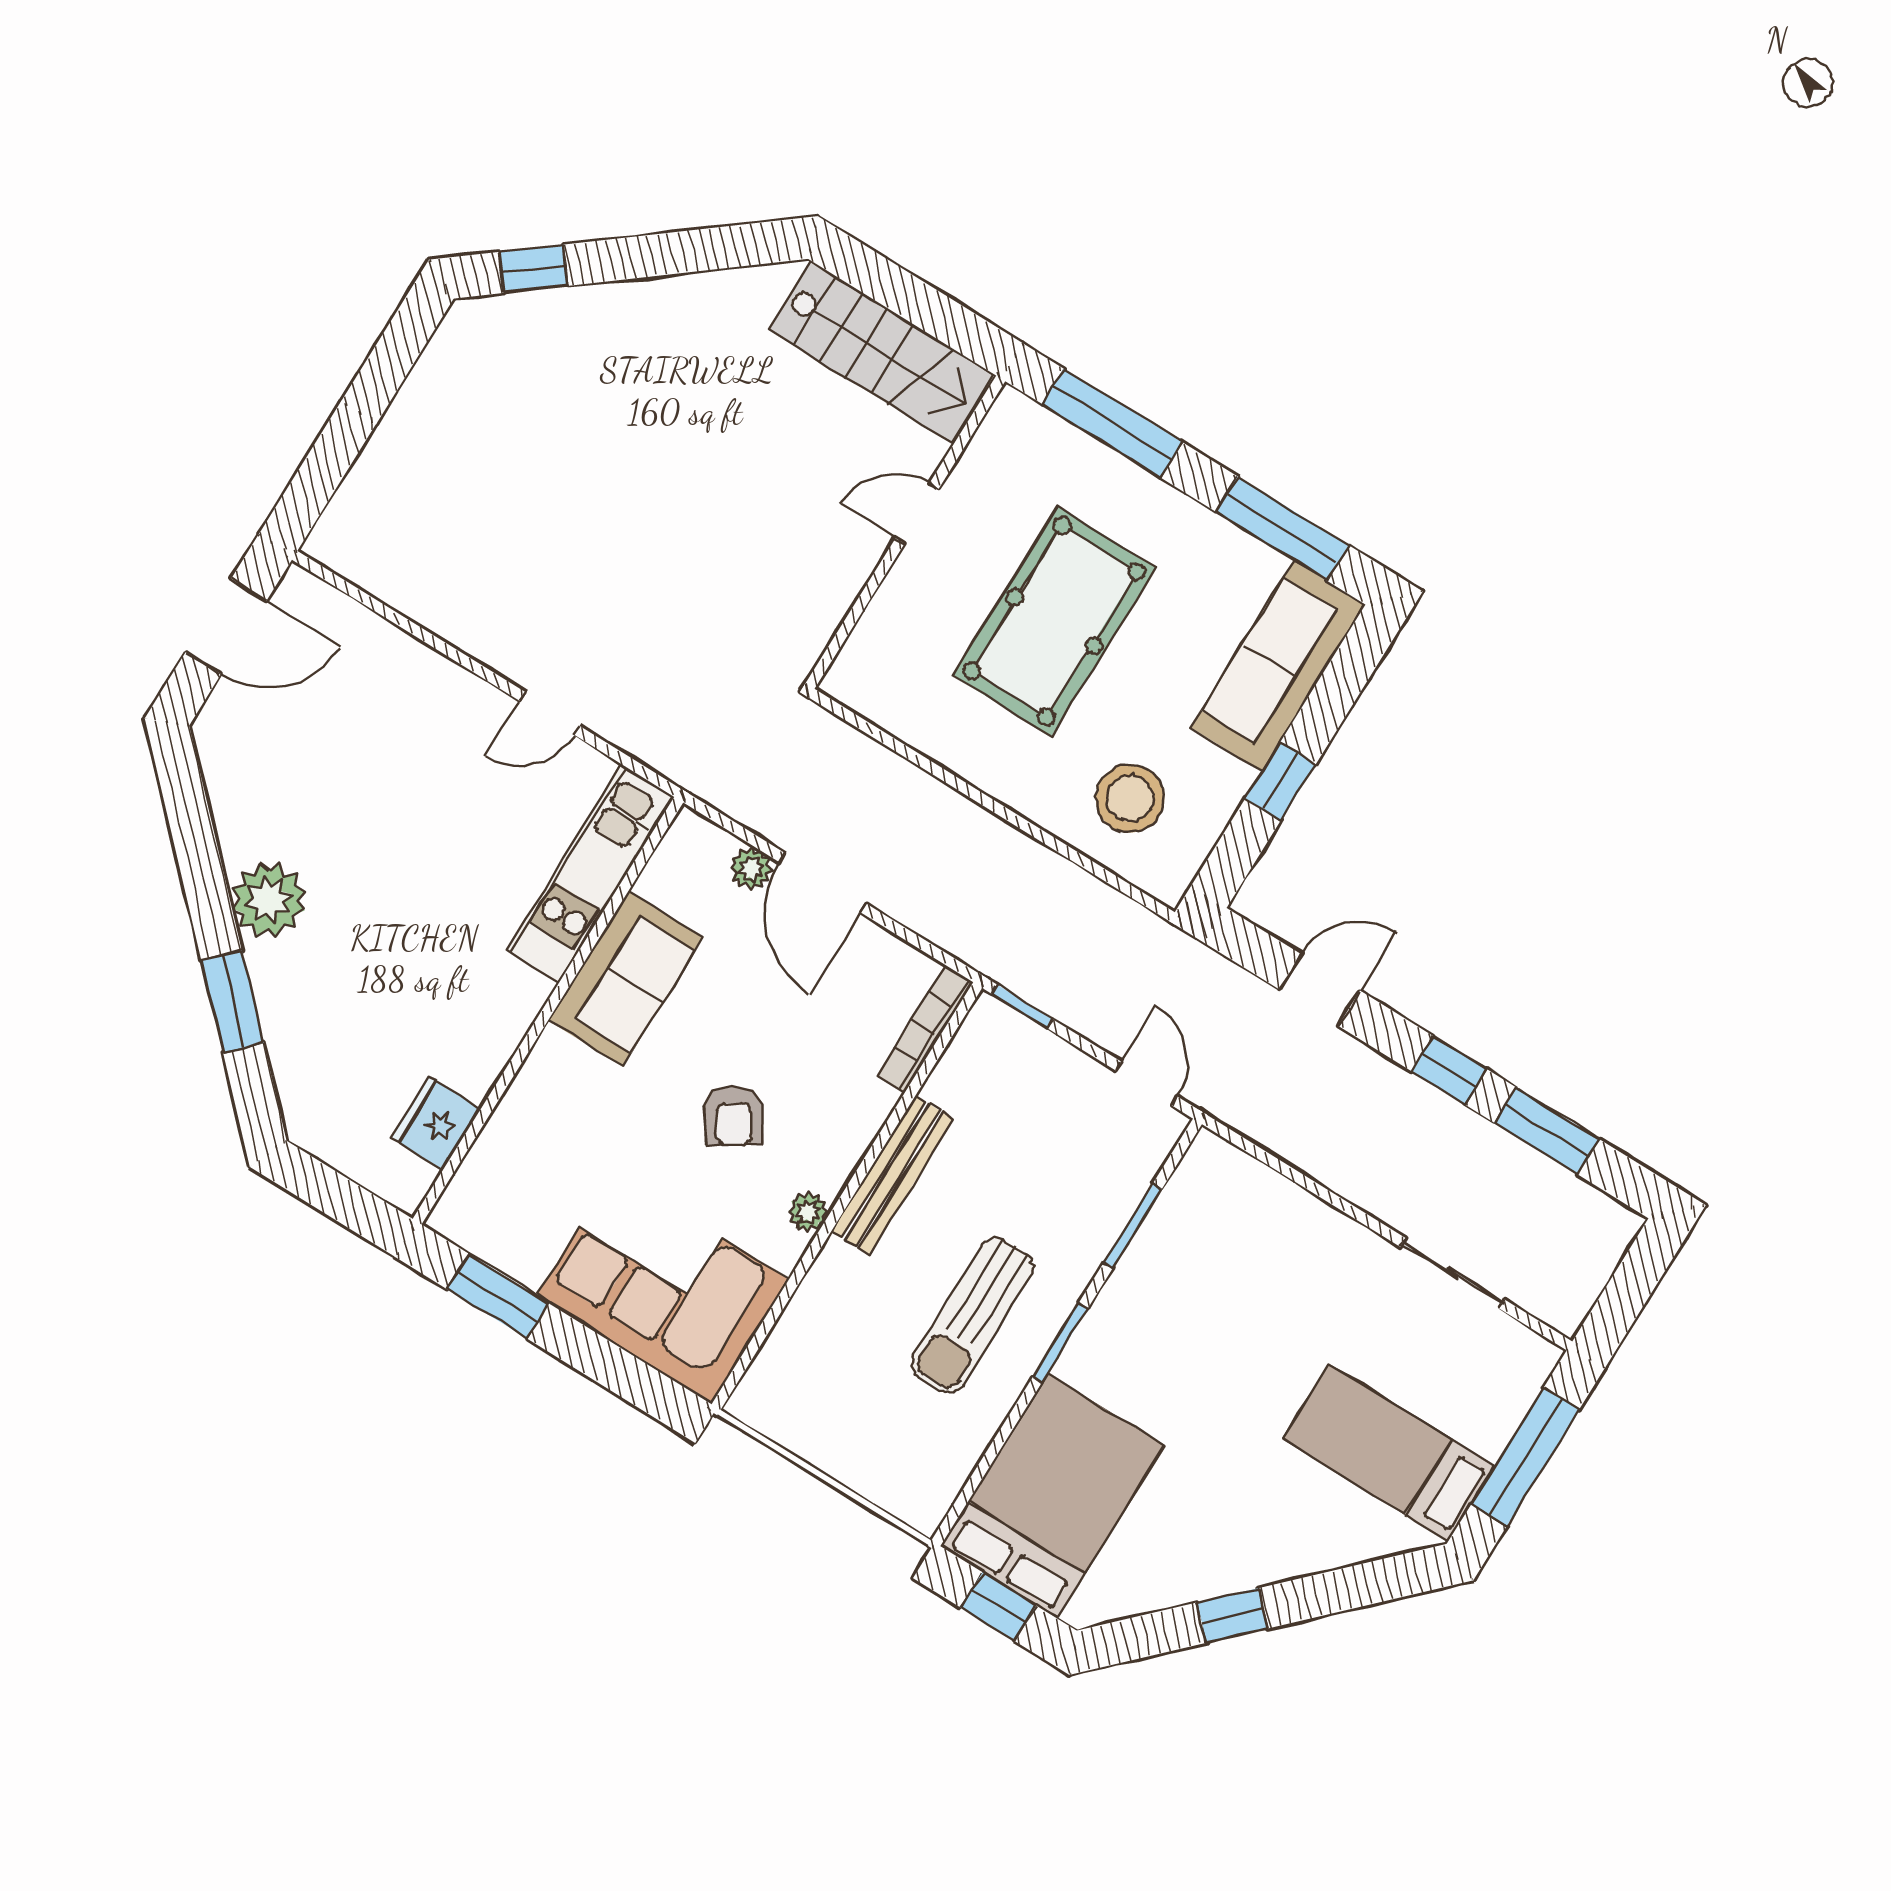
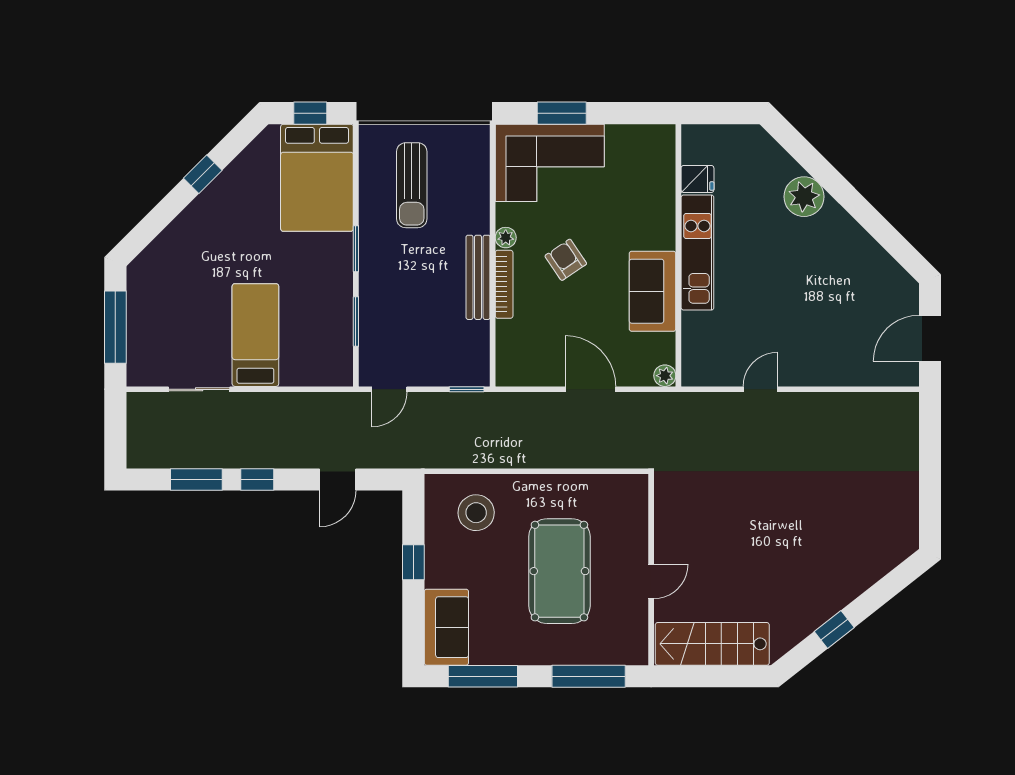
window: (534, 269) -> (834, 629), moved
sofa: (1278, 666) -> (446, 627), width x0.73
plant: (751, 869) -> (665, 376), moved
kitchen unit: (591, 873) -> (697, 253), moved
plant: (269, 900) -> (804, 197), moved
window: (232, 1001) -> (823, 172), removed
bookcase: (925, 1028) -> (504, 284), moved
door: (1146, 1083) -> (389, 389), hinge flipped
fridge: (436, 1123) -> (697, 179), width x0.72
window: (498, 1296) -> (562, 113), moved
sun lounger: (973, 1315) -> (412, 185), moved, turned 180
bed: (1389, 1453) -> (255, 335), moved, turned -90

